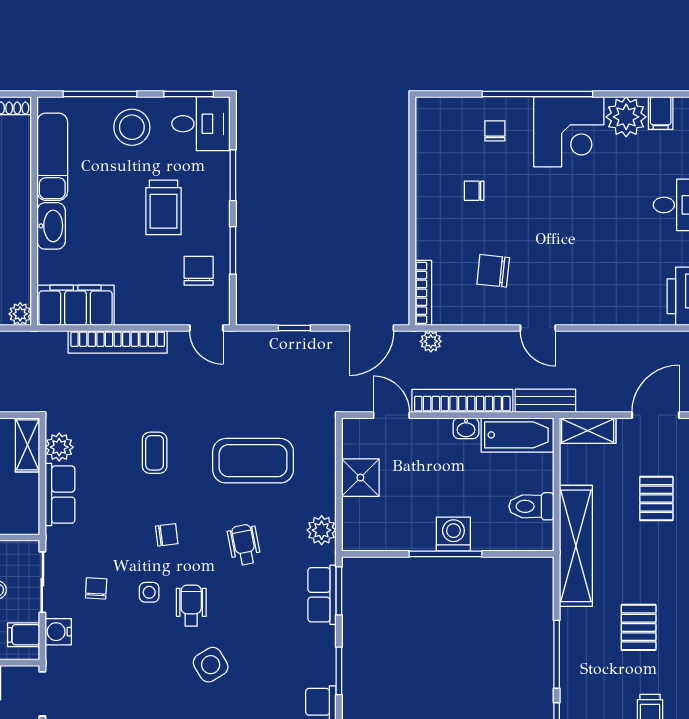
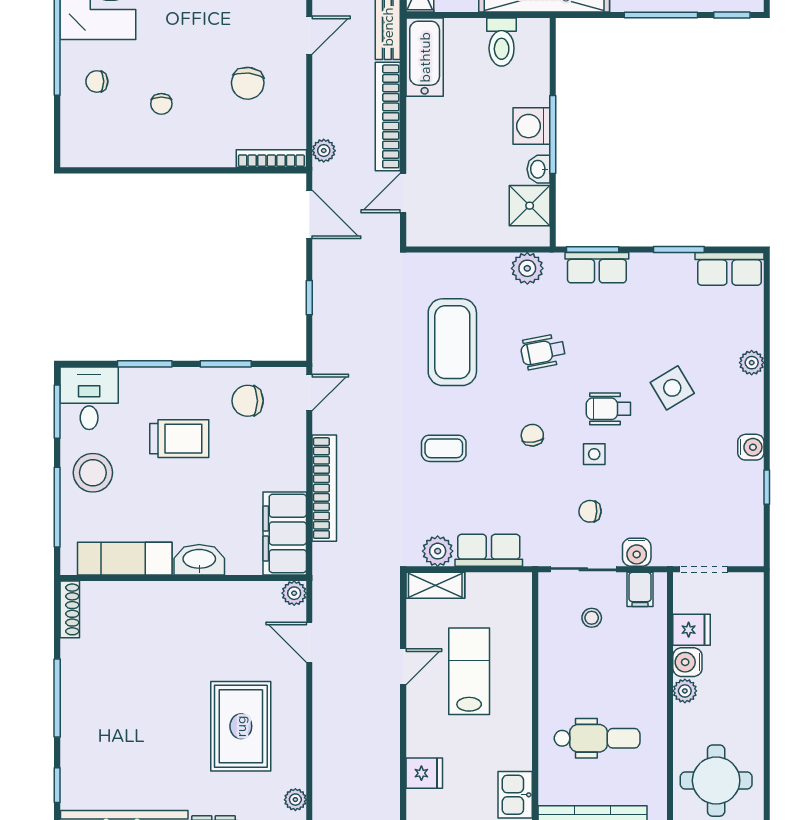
washbasin: (466, 428) -> (539, 169), moved, turned 180
shower: (360, 478) -> (530, 206), moved

